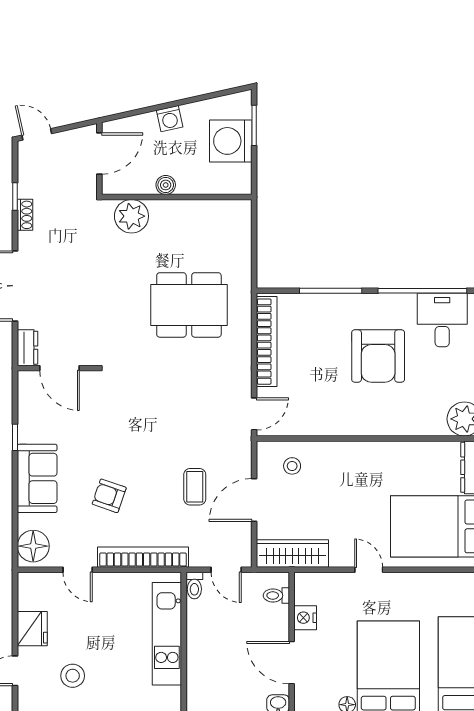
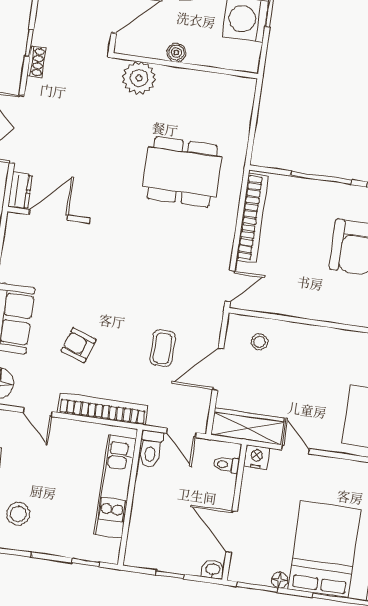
door: (60, 368) -> (48, 215), swing flipped
door: (369, 570) -> (295, 449), moved
toilet: (194, 586) -> (151, 449), width x1.37, depth x1.39
nightstand: (305, 618) -> (257, 457), moved, turned 90

